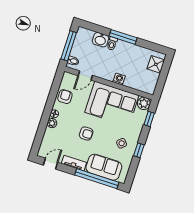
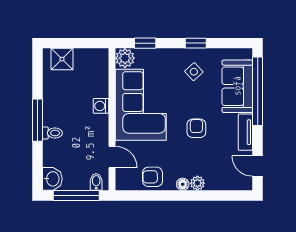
washbasin: (100, 40) -> (52, 179), moved

